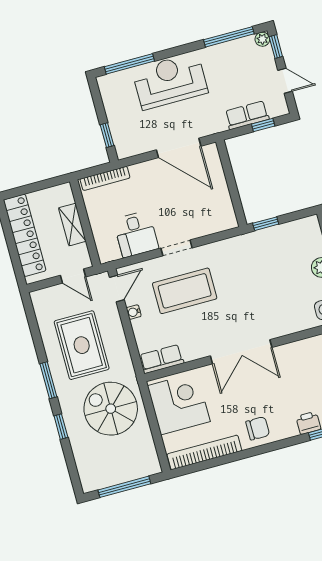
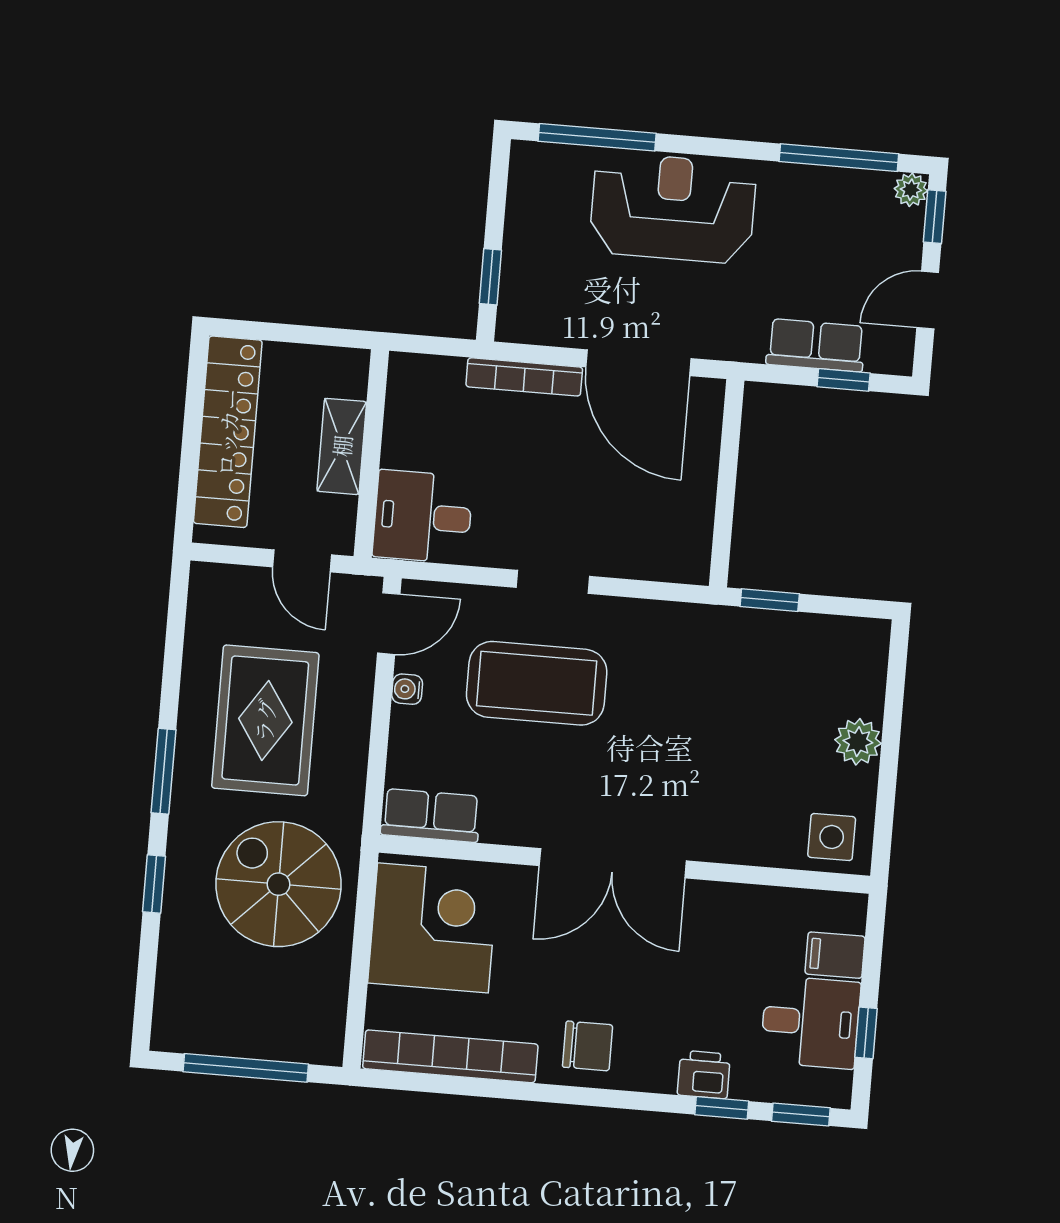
door: (285, 81) -> (928, 300), swing flipped
bookcase: (105, 178) -> (524, 377), moved
desk: (136, 234) -> (423, 517), moved, turned 90

